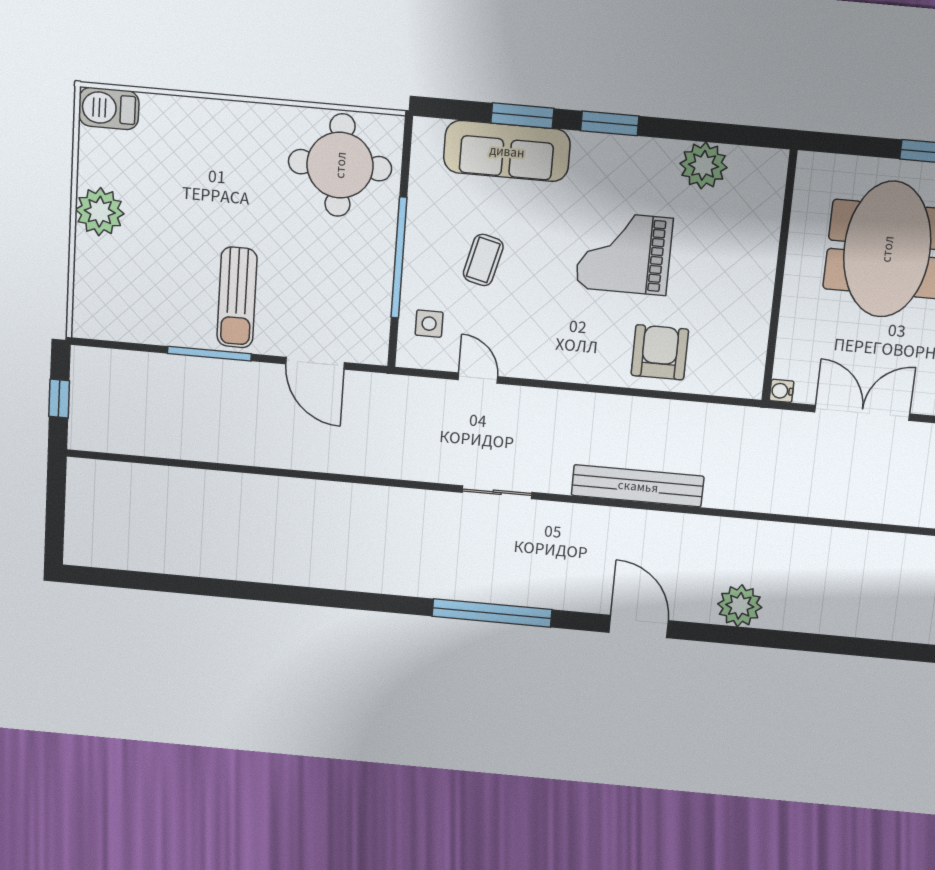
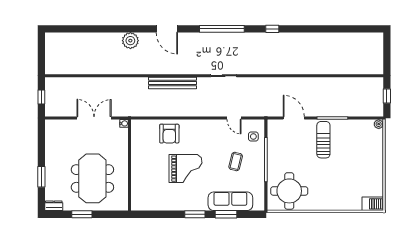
plant: (704, 165) -> (161, 202), removed
plant: (100, 212) -> (379, 124), moved, width x0.53, depth x0.53
double door: (862, 413) -> (94, 118), swing flipped
window: (357, 601) -> (272, 29), added

